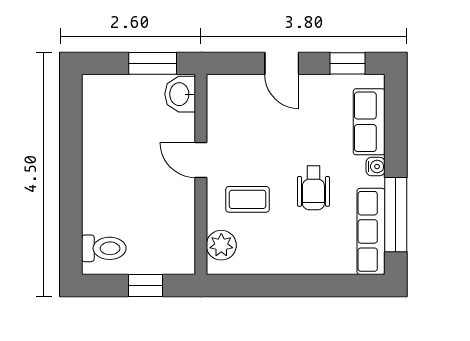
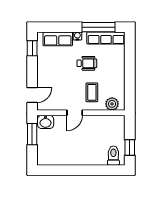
door: (282, 63) -> (32, 95), moved
window: (146, 285) -> (130, 147), moved

